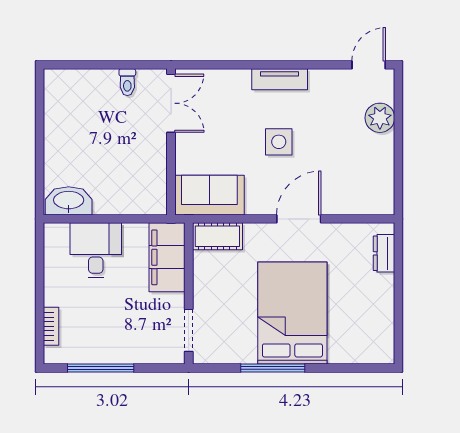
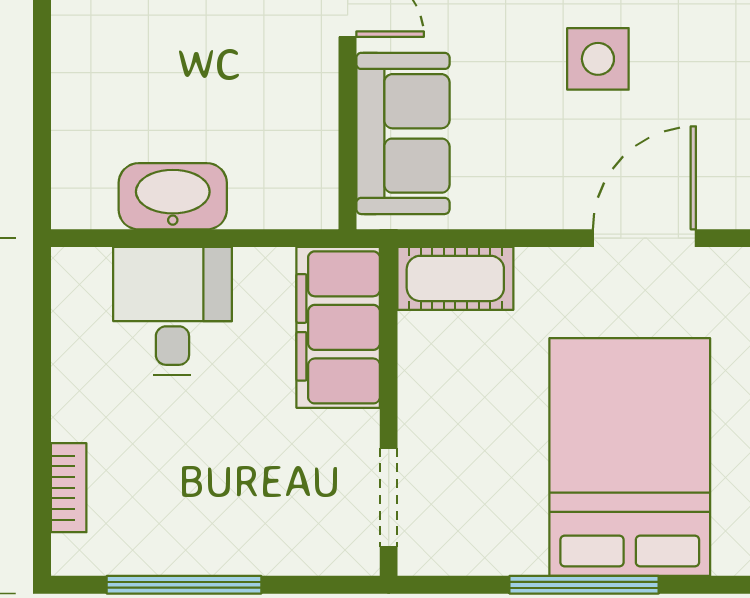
sofa: (209, 195) -> (403, 133), moved, turned 90
washbasin: (69, 201) -> (173, 196), moved

